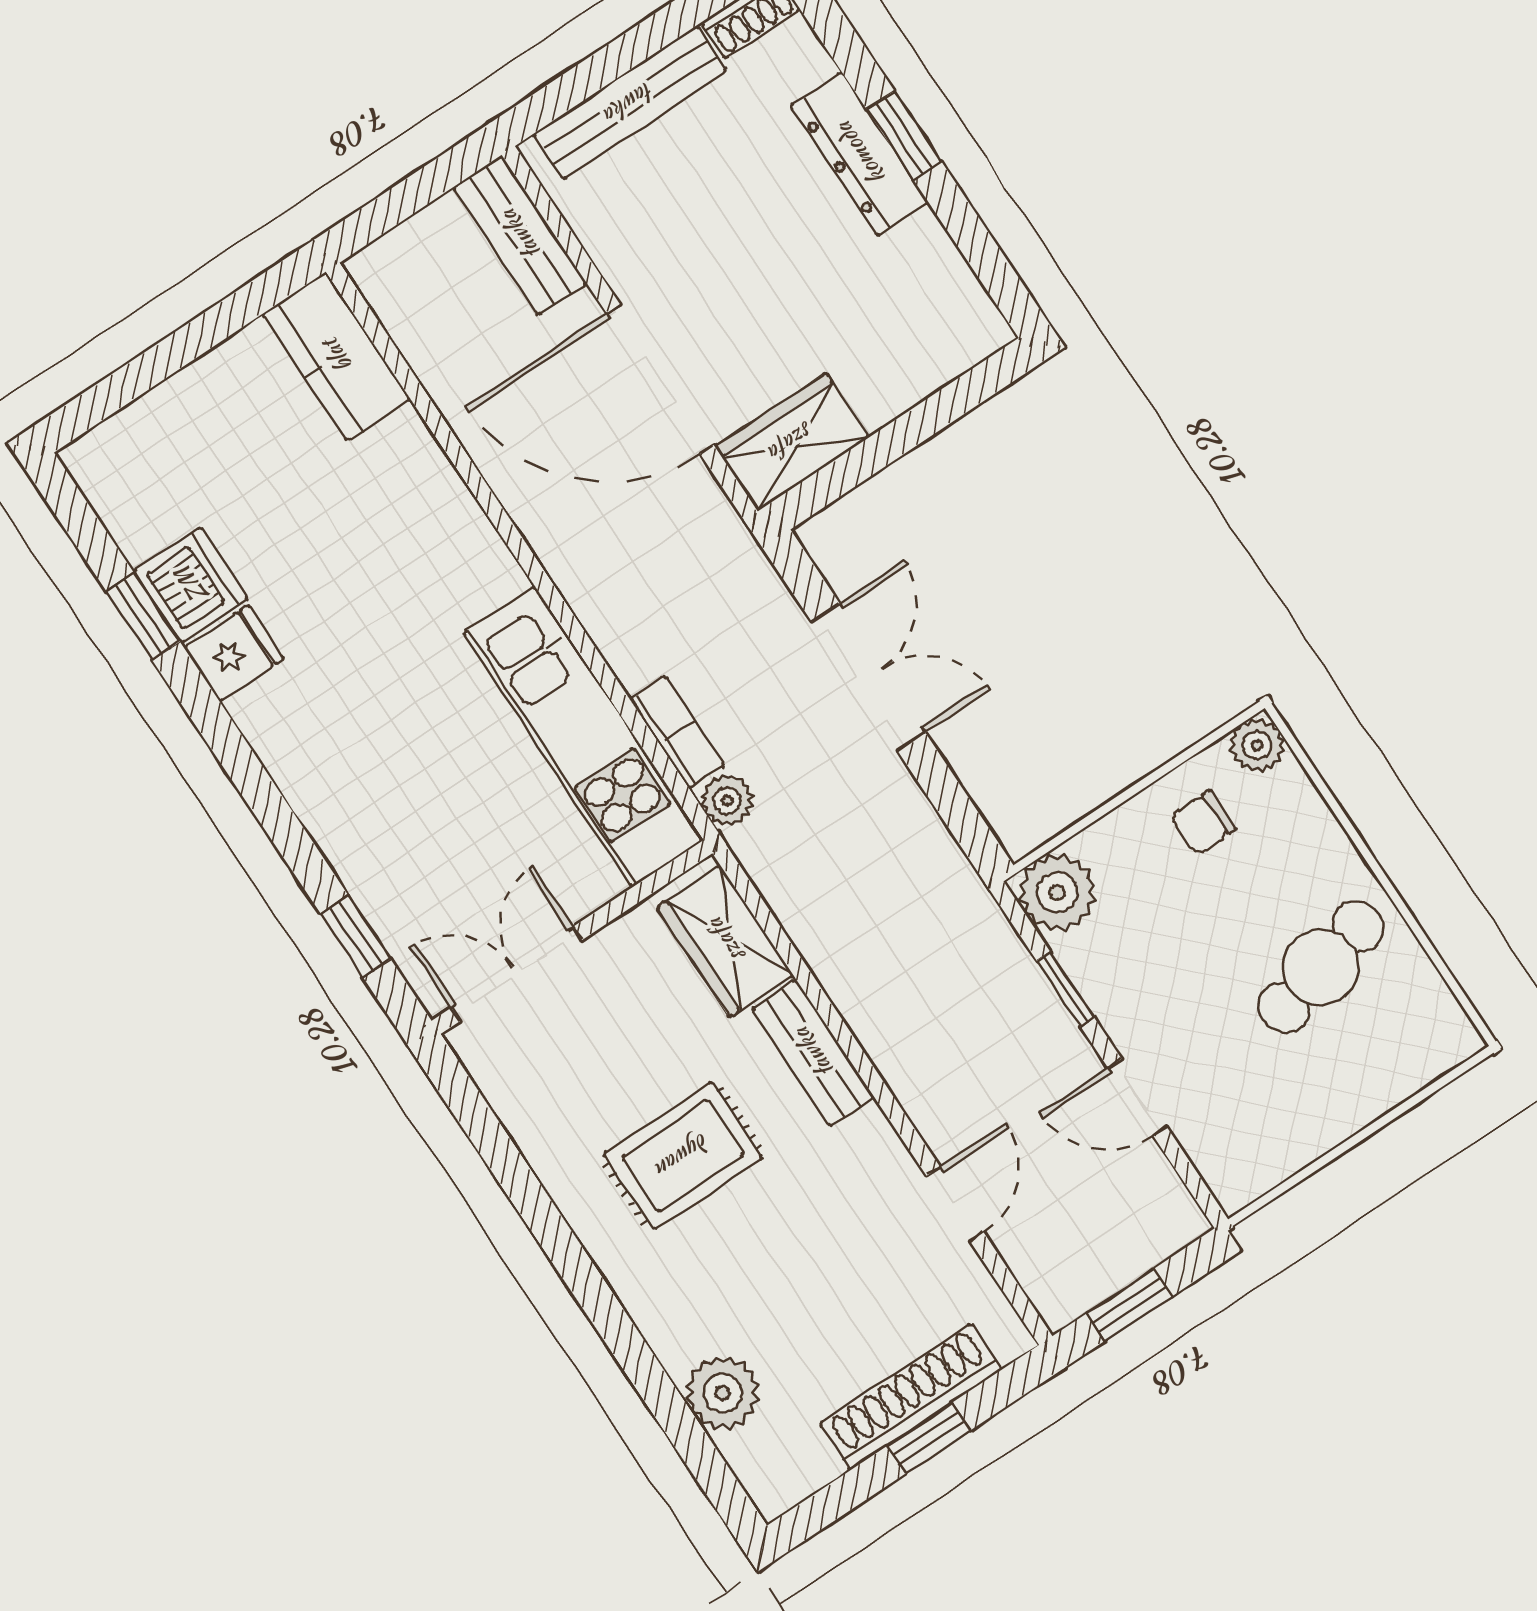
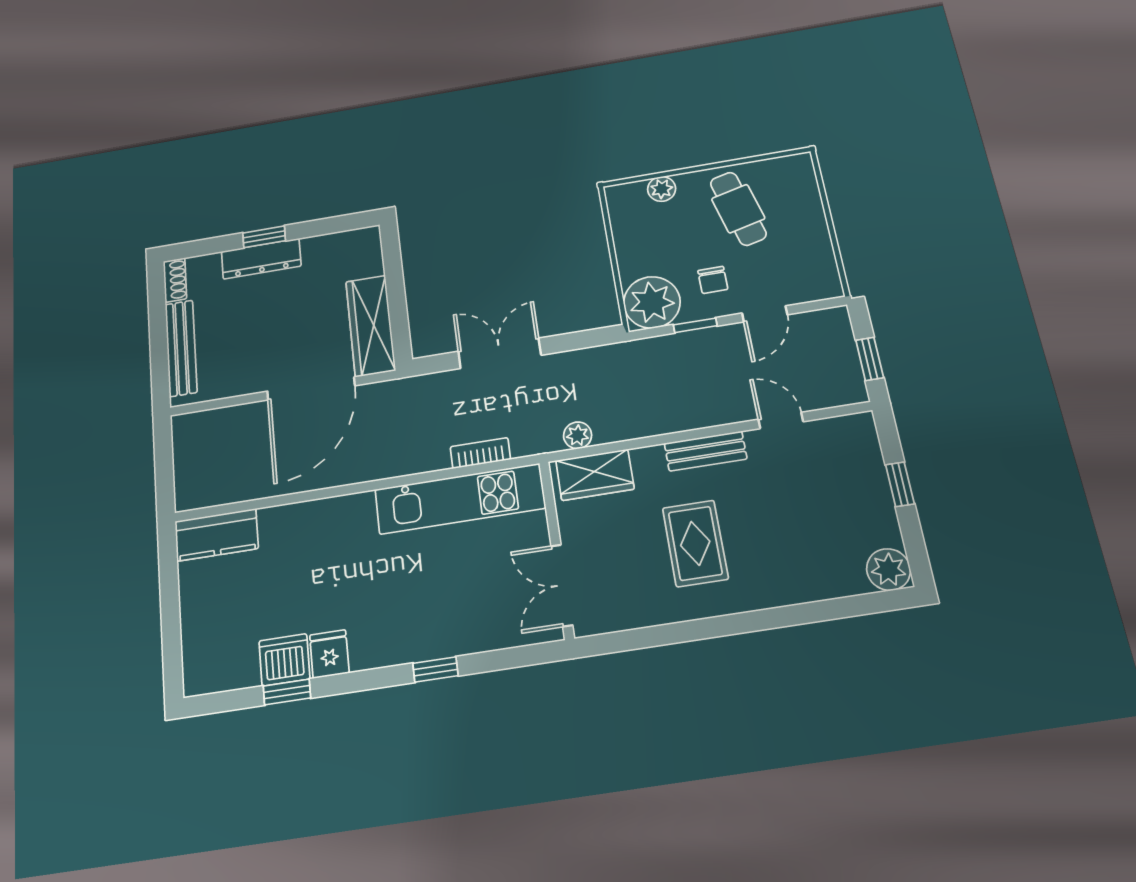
bench: (520, 235) -> (210, 423), removed
wardrobe: (792, 442) -> (371, 326), width x1.50
plant: (1257, 745) -> (662, 189), moved
plant: (727, 800) -> (578, 435), moved
chair: (1203, 823) -> (713, 280), moved
plant: (1057, 892) -> (652, 302), width x1.36, depth x1.36
window: (356, 936) -> (435, 669), moved
bench: (813, 1053) -> (706, 451), moved
plant: (723, 1393) -> (889, 570), moved
shoe rack: (911, 1397) -> (874, 484), removed

